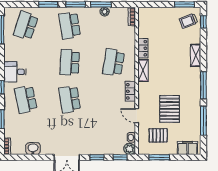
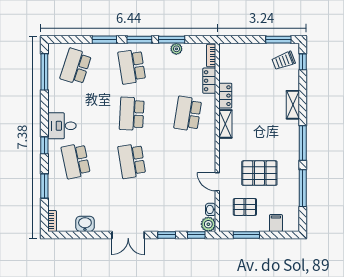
locker: (130, 91) -> (209, 81), moved
pallet: (170, 109) -> (259, 173), turned 90
filing cabinet: (188, 148) -> (276, 223), width x0.50

